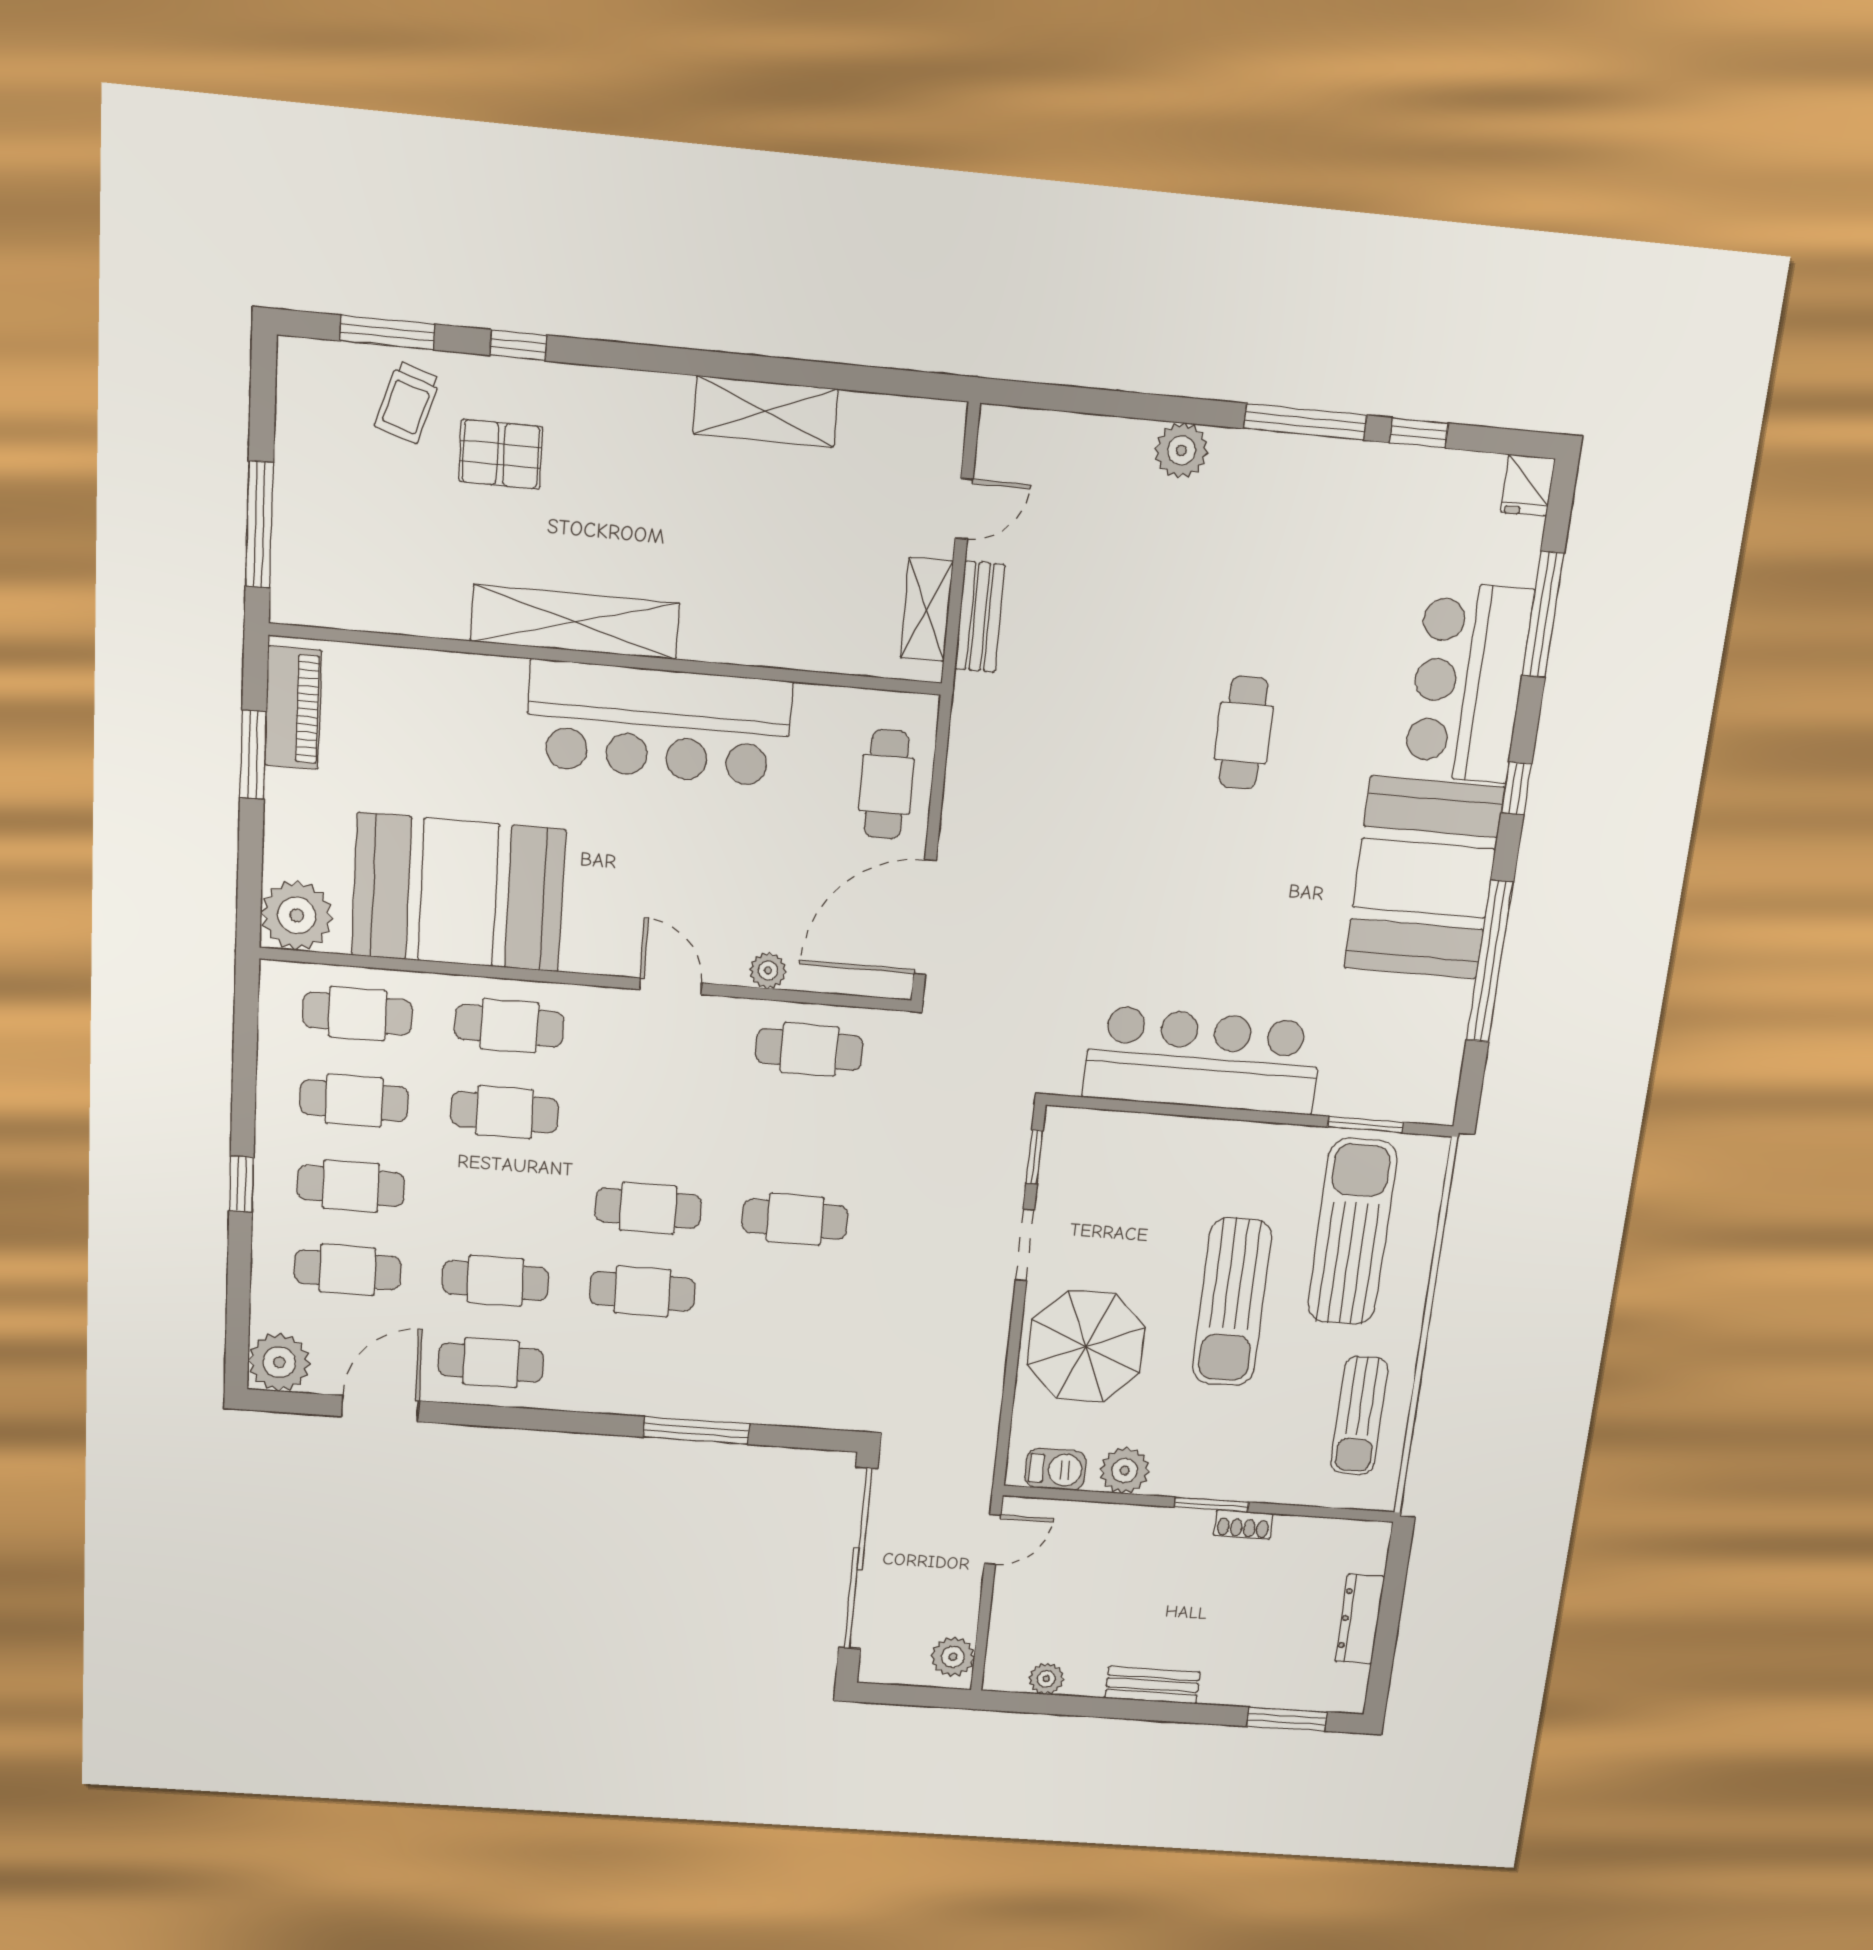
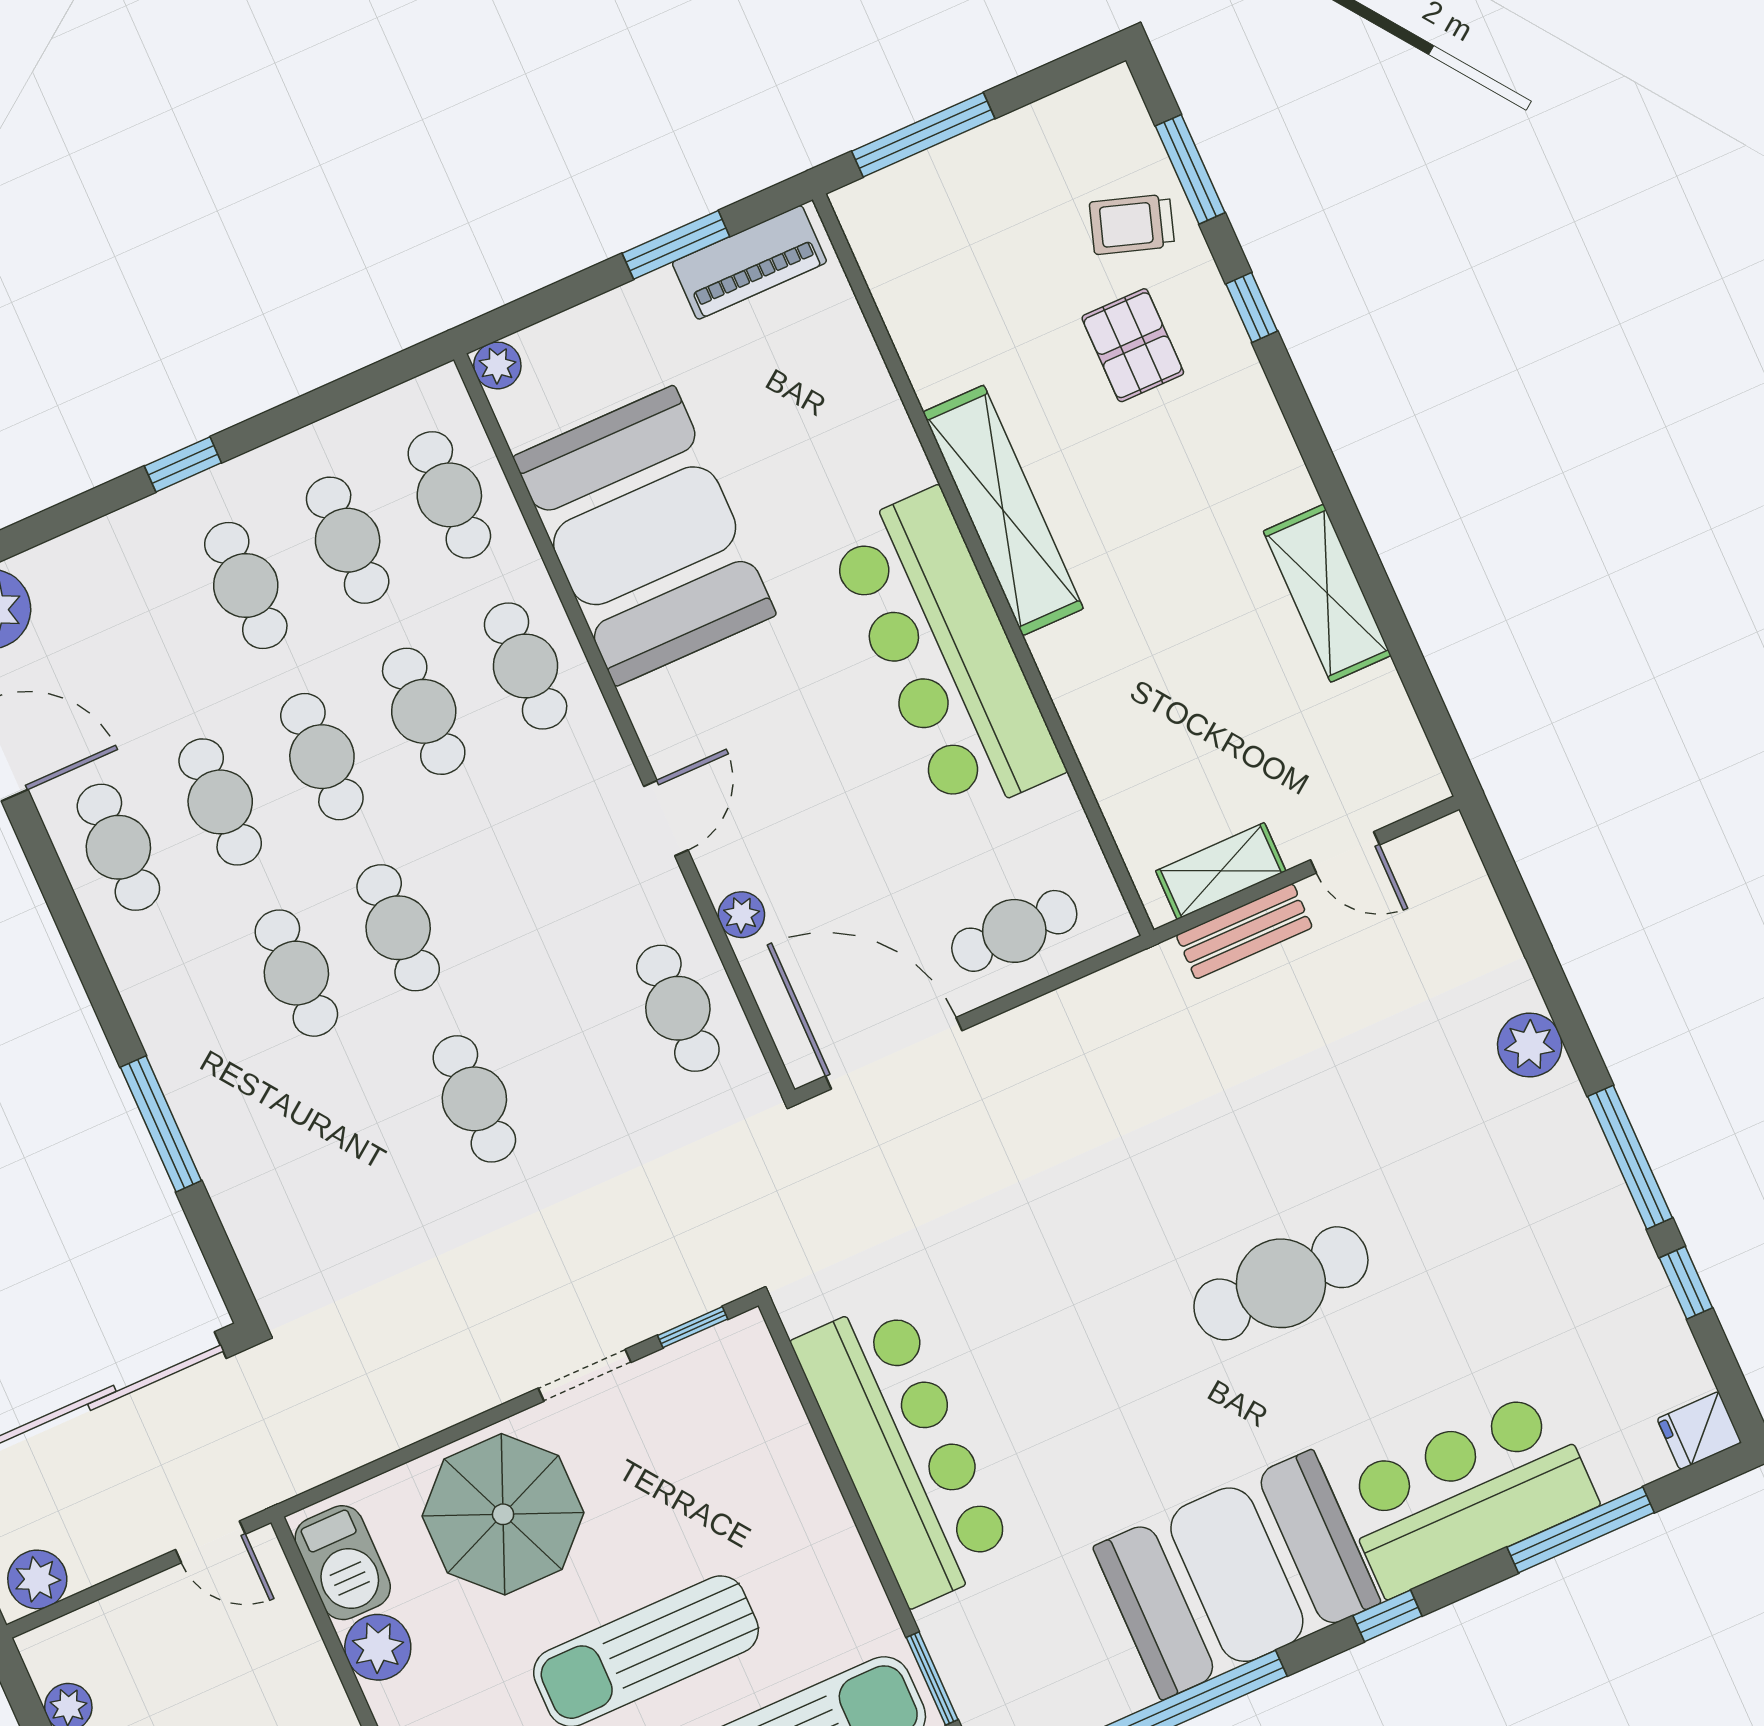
cafe table: (1244, 733) -> (1281, 1283), width x1.37, depth x1.35
plant: (297, 915) -> (497, 365), width x0.53, depth x0.53
cafe table: (348, 1270) -> (322, 757), moved
barbecue: (1055, 1469) -> (343, 1563), width x1.38, depth x1.27

